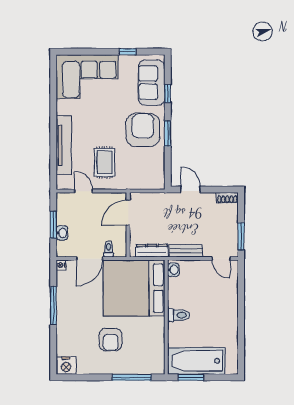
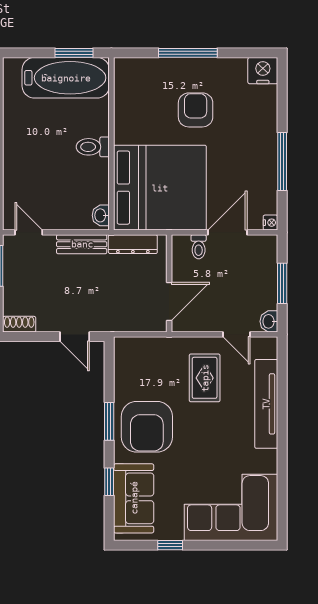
washbasin: (62, 233) -> (269, 321), moved
window: (132, 377) -> (188, 53), moved

